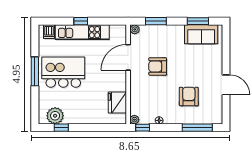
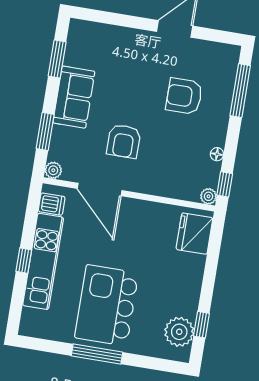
dishwasher: (49, 32) -> (52, 204), moved
sofa: (201, 34) -> (74, 97), moved
fridge: (117, 102) -> (194, 234), moved, turned 90

